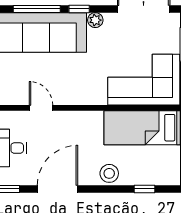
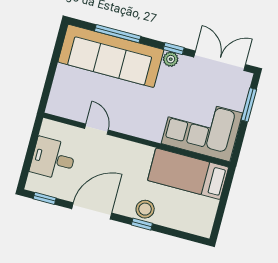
window: (79, 9) -> (174, 49), moved
window: (144, 189) -> (142, 224), moved

